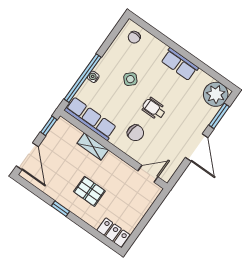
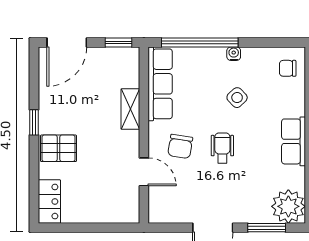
water cooler: (93, 77) -> (234, 54), moved
door: (148, 174) -> (144, 172), moved
pallet: (89, 191) -> (58, 148), moved, turned 90

